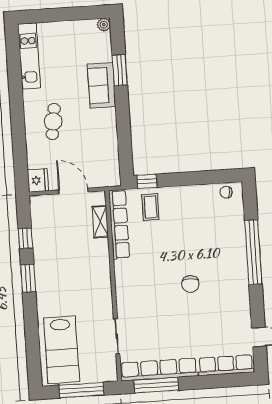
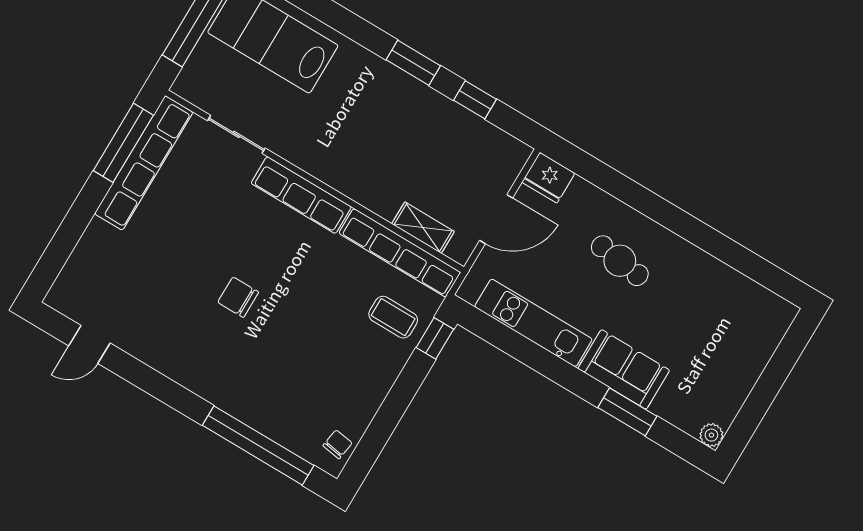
kitchen unit: (29, 56) -> (533, 323), moved, turned 180
window: (253, 252) -> (258, 445), moved
row of seats: (226, 365) -> (301, 195), moved, turned 90

